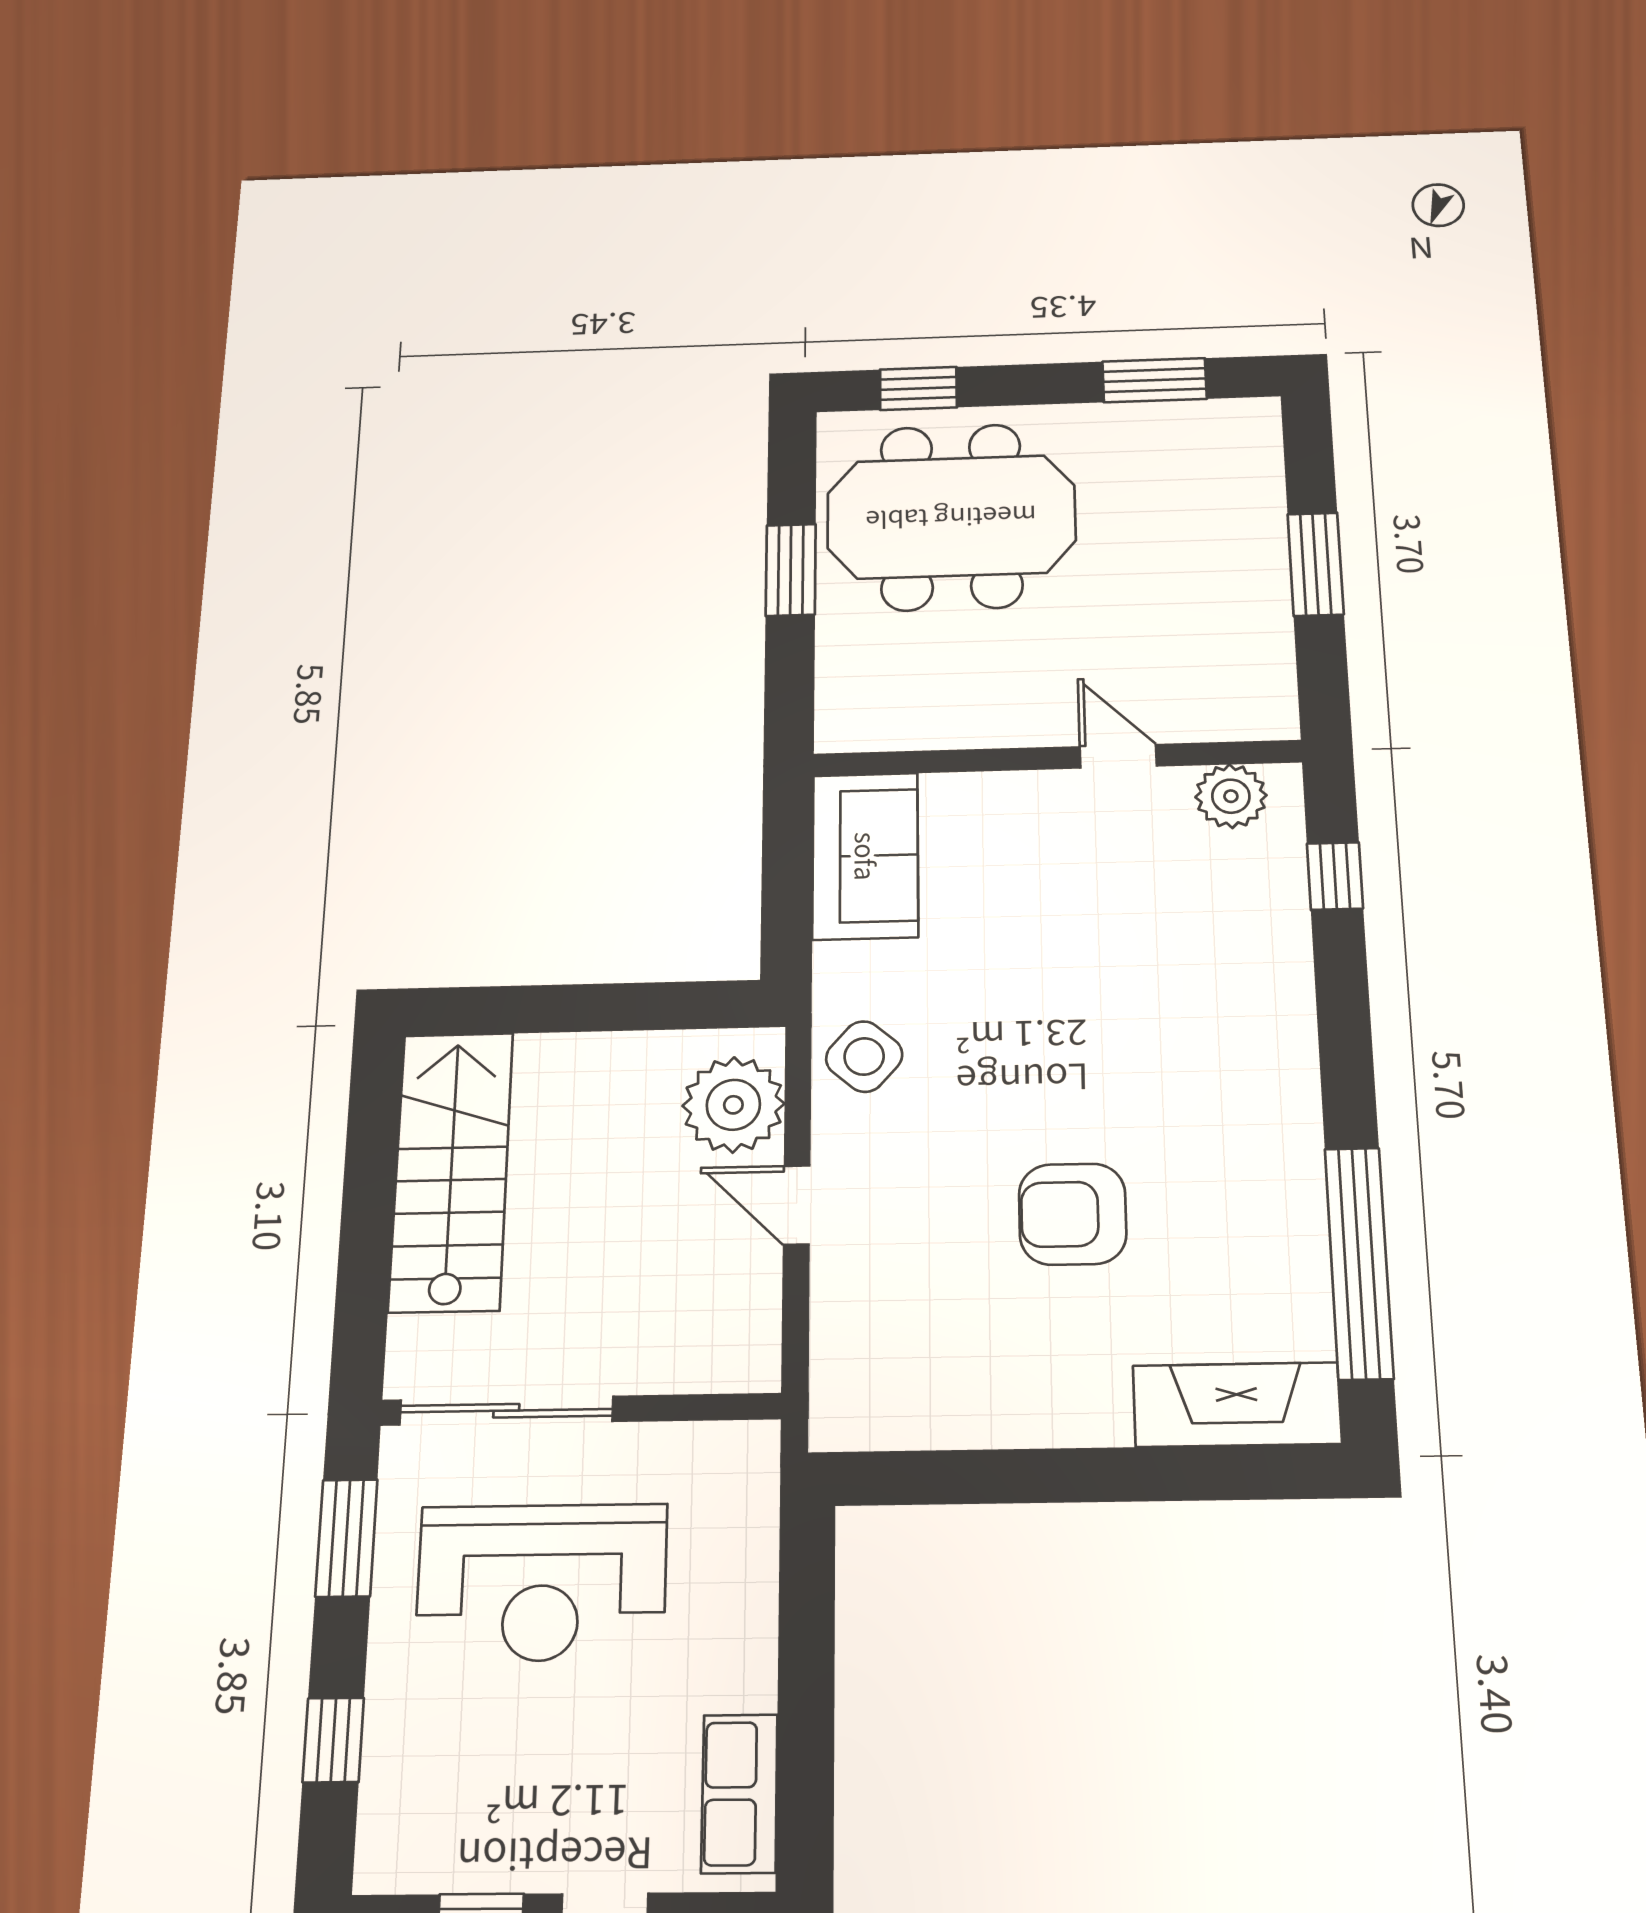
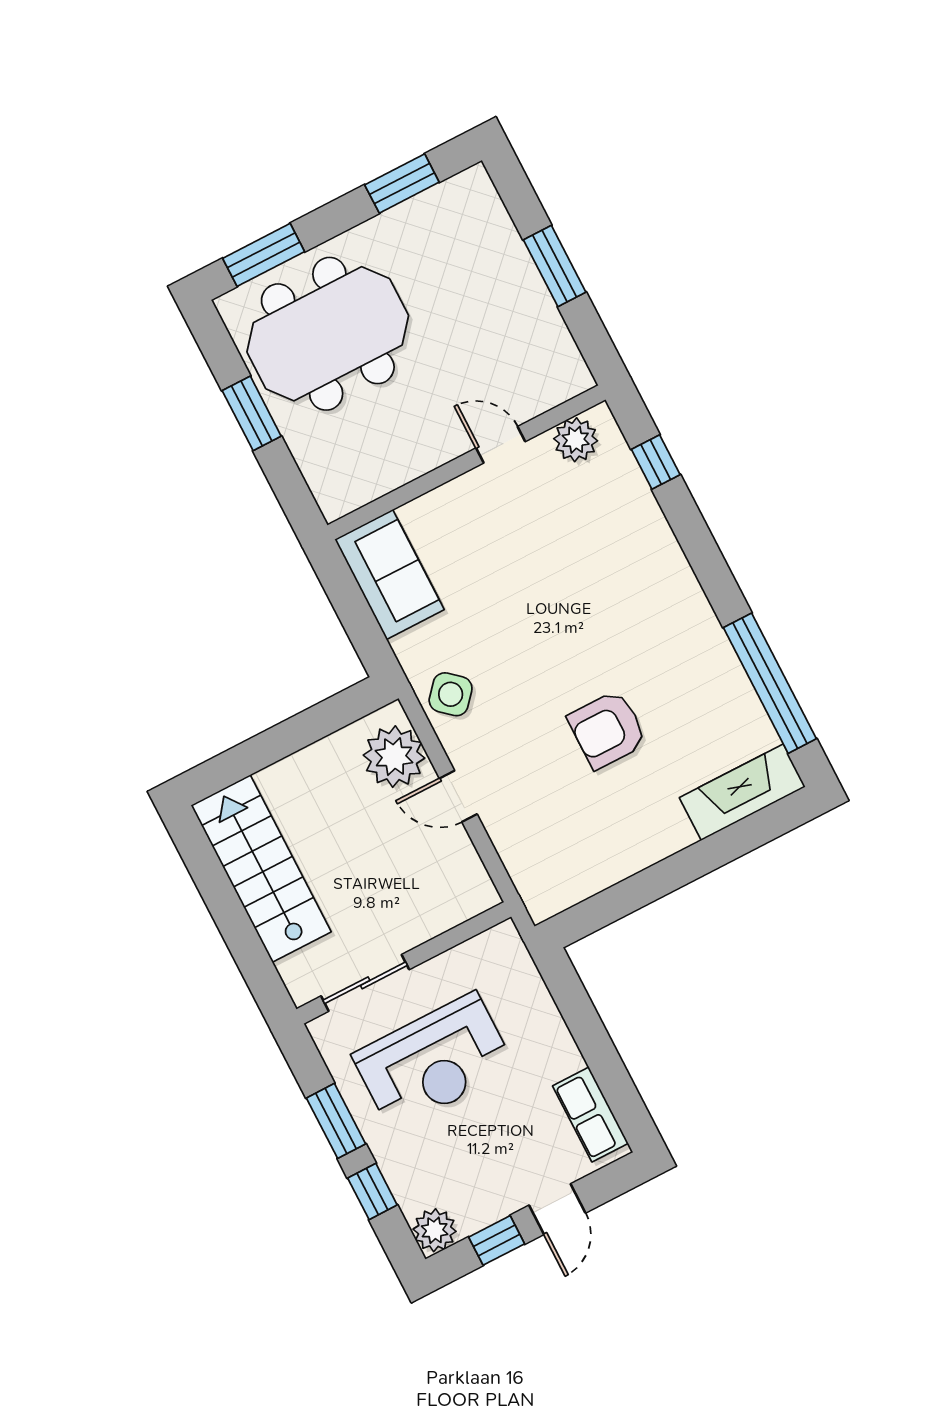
window: (918, 388) -> (264, 255), width x1.50
sliding door: (506, 1411) -> (365, 983), width x0.73
window: (346, 1538) -> (336, 1121), moved
plant: (393, 1854) -> (435, 1230), added

